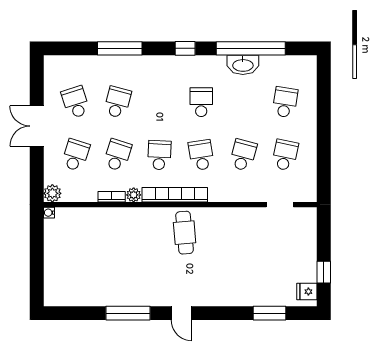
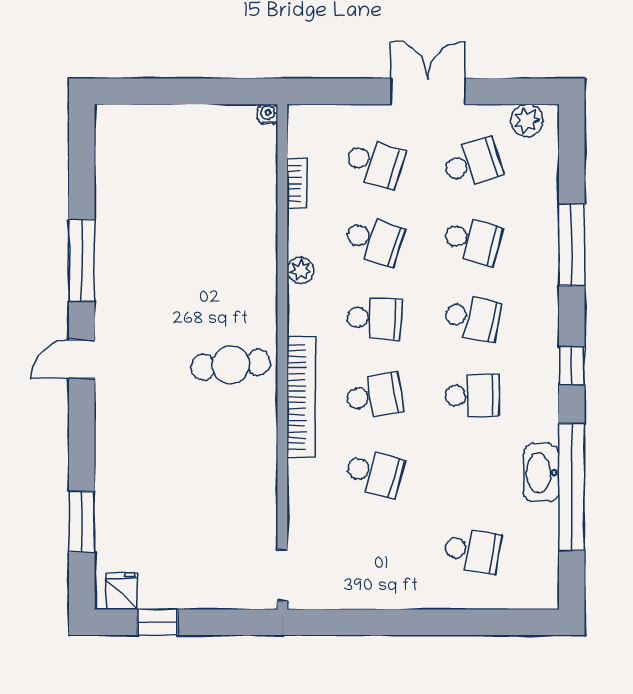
school desk: (285, 155) -> (472, 318), moved
plant: (52, 193) -> (527, 120), moved
bookcase: (175, 195) -> (301, 397), moved
bookcase: (112, 197) -> (297, 183), moved
doorway: (280, 205) -> (282, 575), moved

